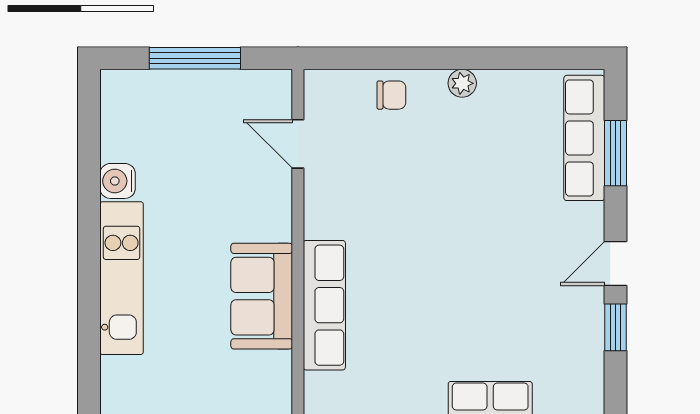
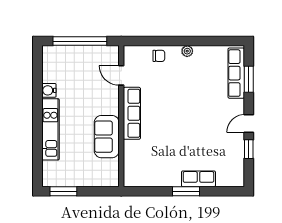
window: (195, 58) -> (80, 41), width x1.46
row of seats: (324, 305) -> (132, 113), moved

